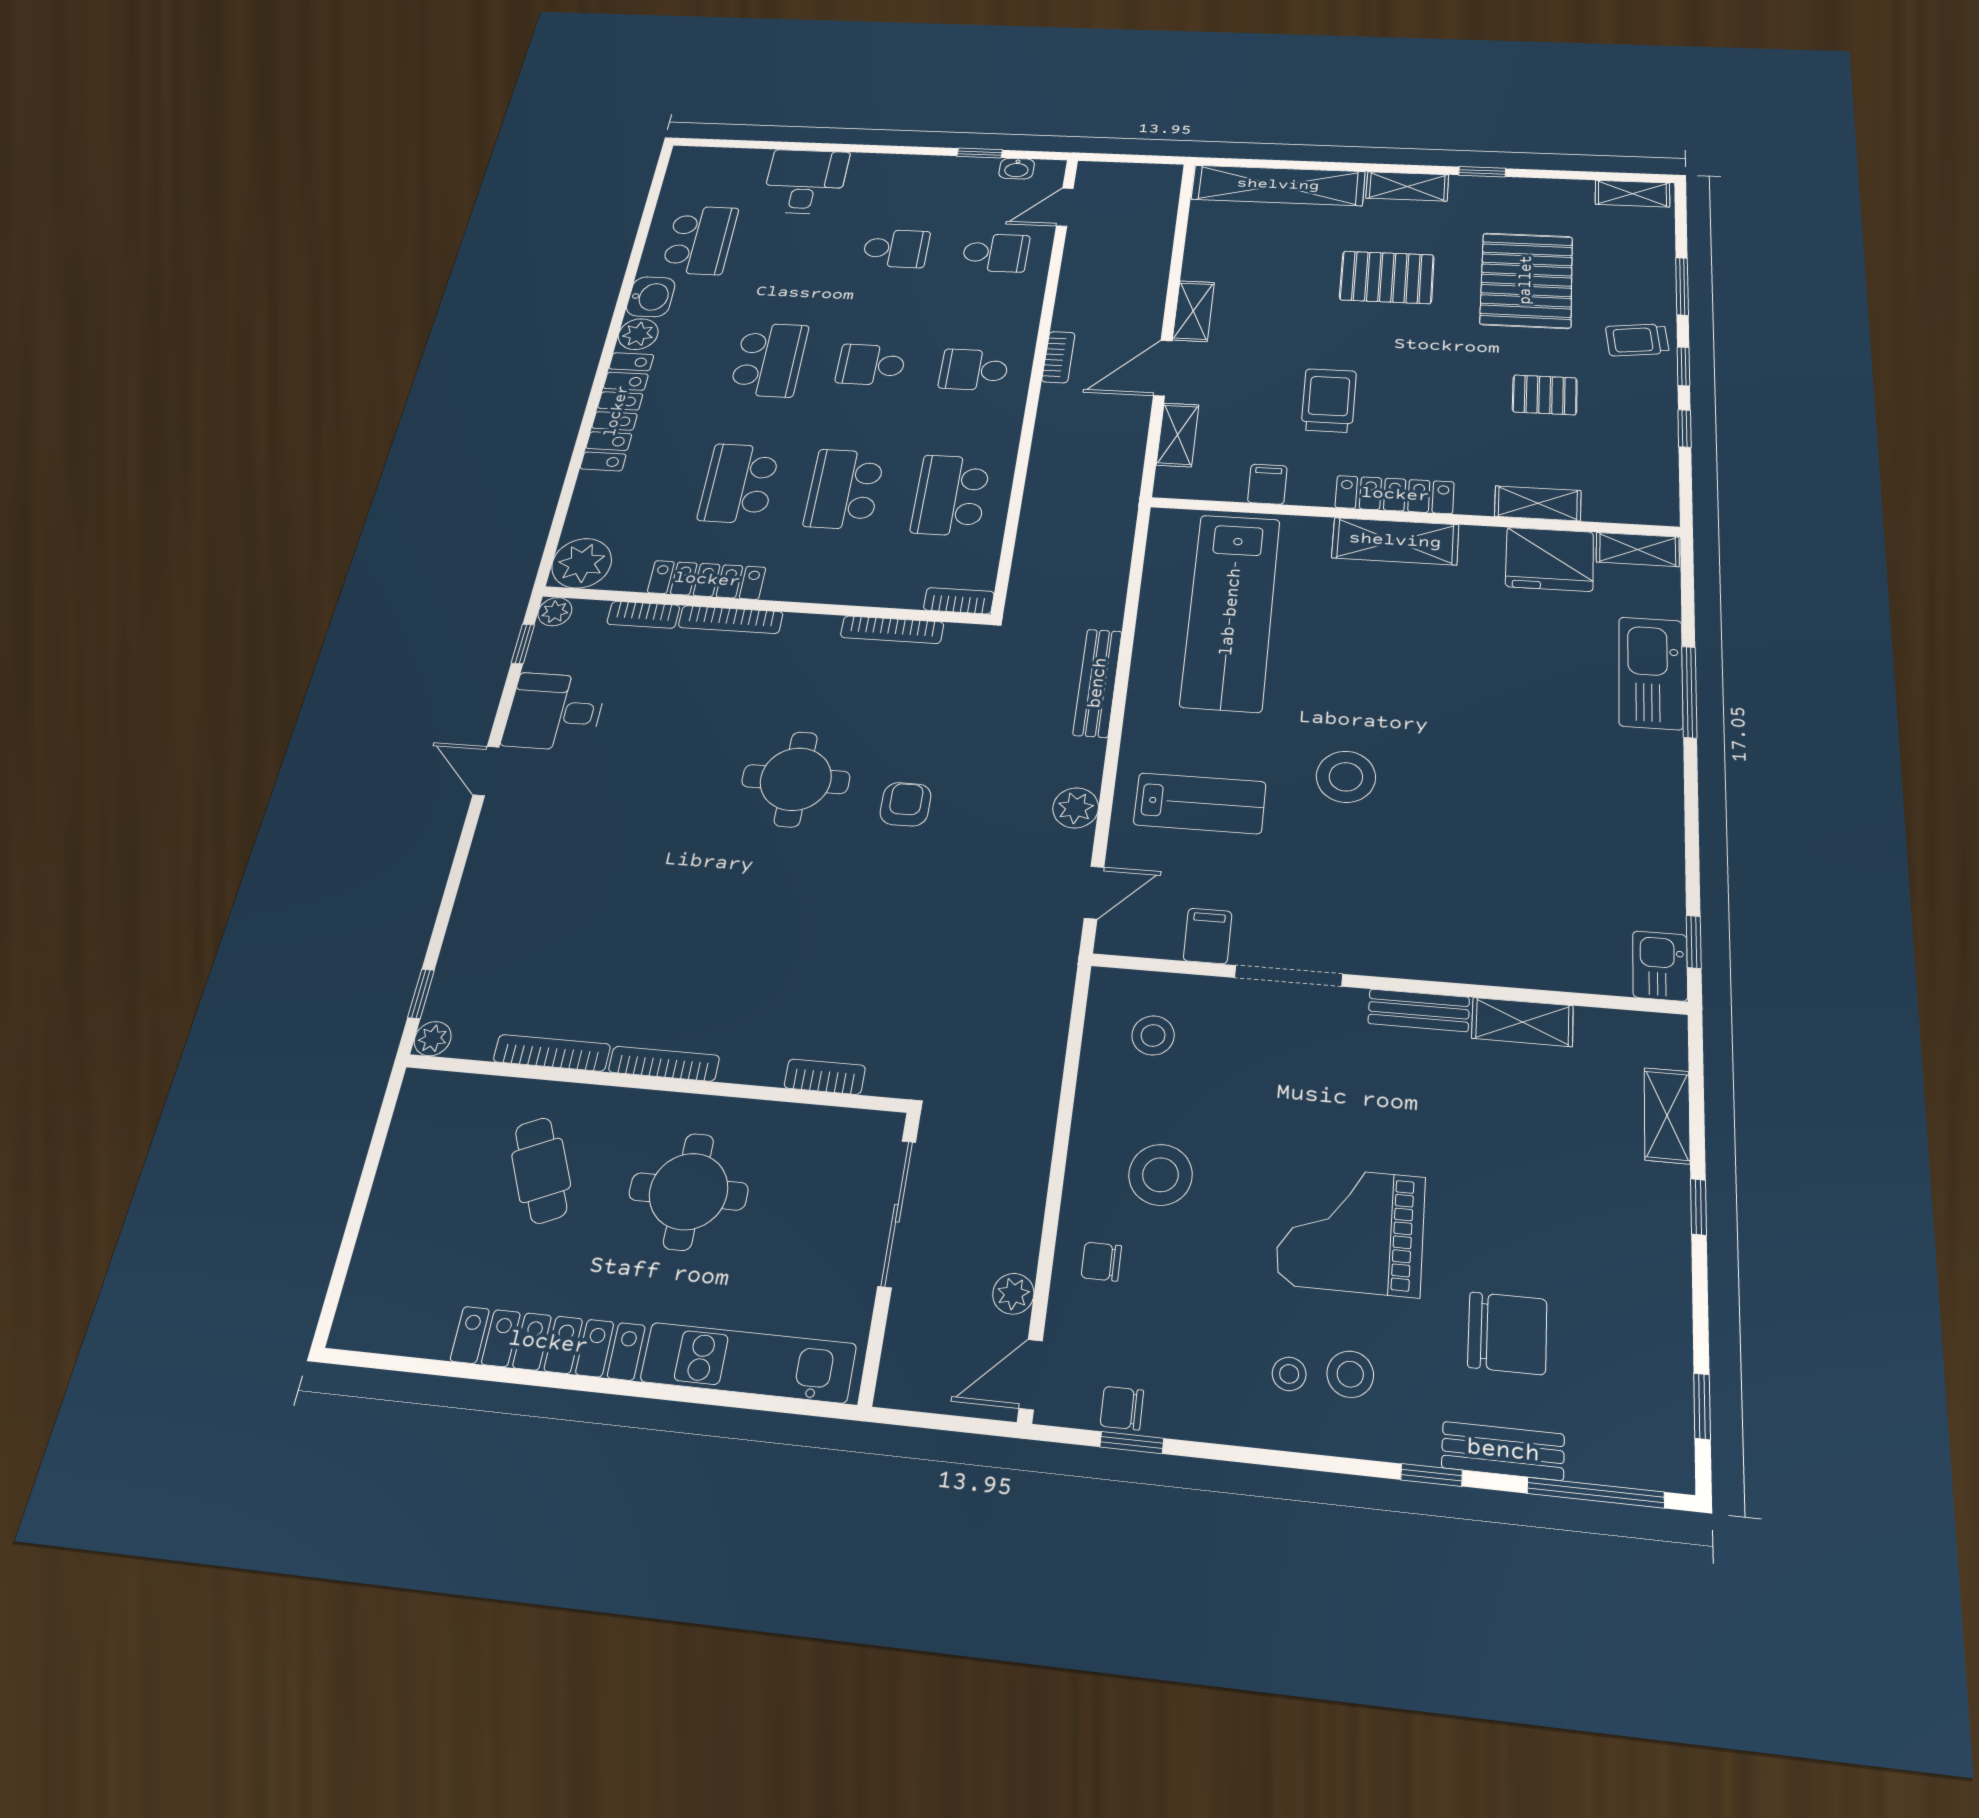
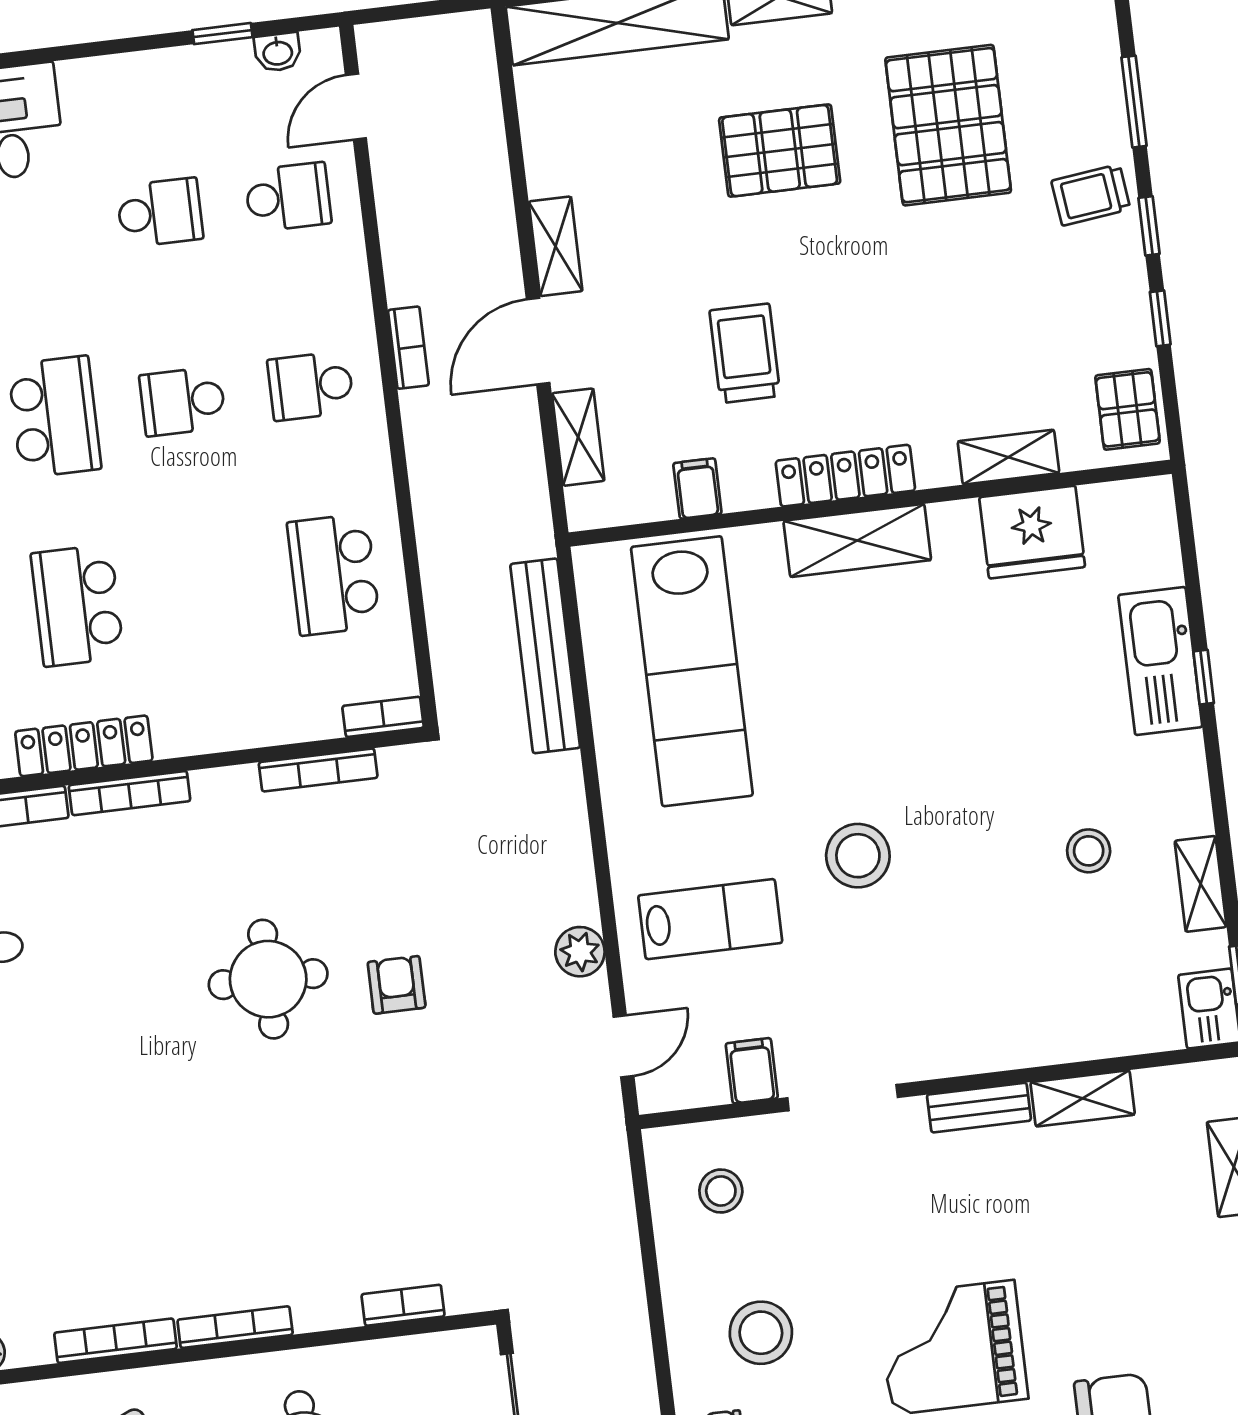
pallet: (1545, 395) -> (1128, 409), moved, turned 90
school desk: (844, 489) -> (205, 590), removed
shelving: (1638, 550) -> (1201, 884), moved, turned 90
bench: (1098, 683) -> (545, 656), moved, width x1.37, depth x1.21
window: (1689, 692) -> (1204, 677), width x0.46
stool: (1562, 811) -> (1089, 851), added

